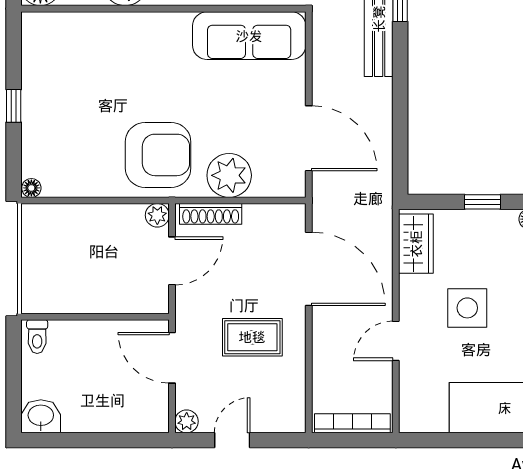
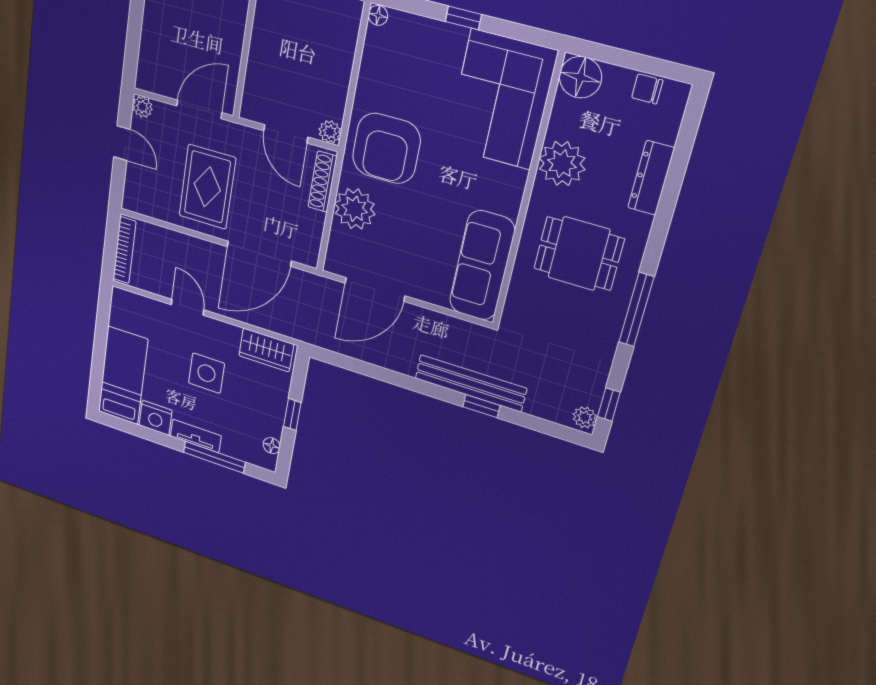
corner sofa: (80, 54) -> (501, 100), added
rug: (252, 337) -> (207, 187), width x1.36, depth x1.43

